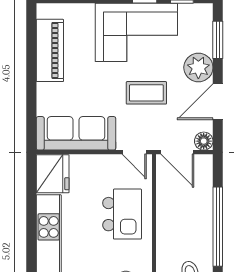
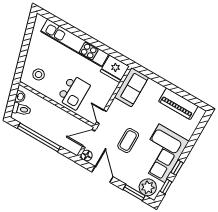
plant: (198, 67) -> (148, 187), moved
sofa: (76, 133) -> (131, 87), width x0.73
door: (134, 152) -> (101, 117), hinge flipped
kitchen island: (122, 214) -> (74, 92), turned -90

